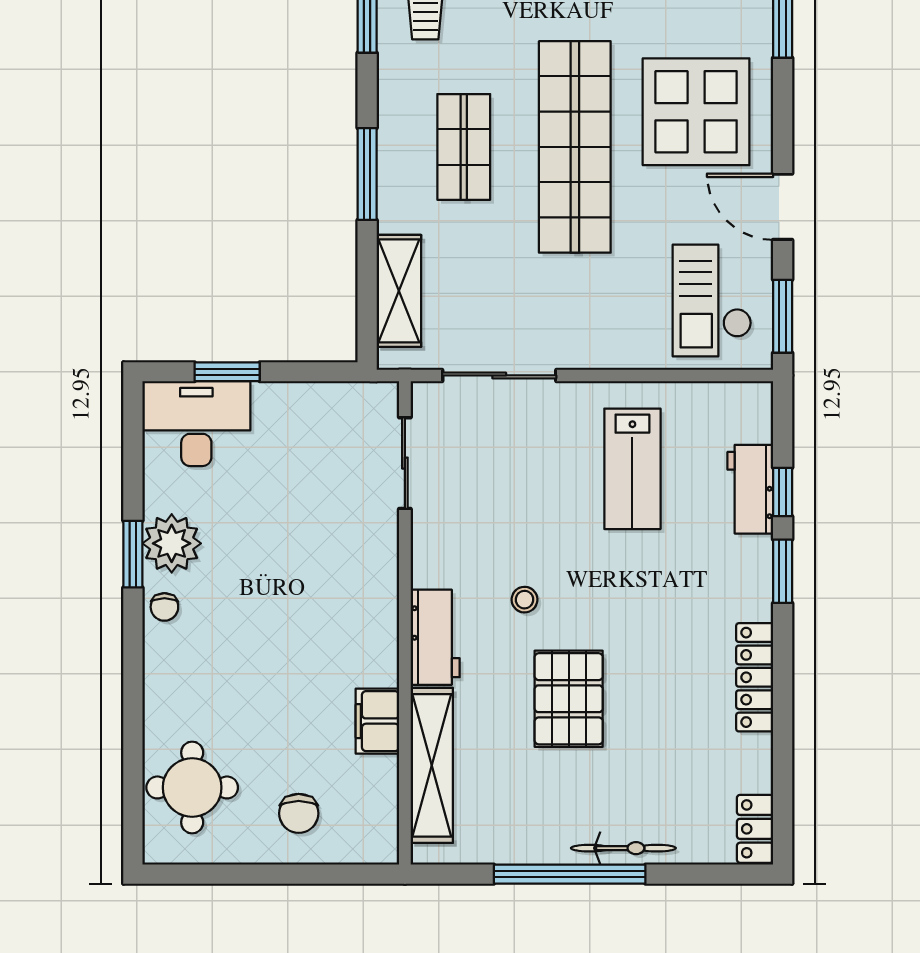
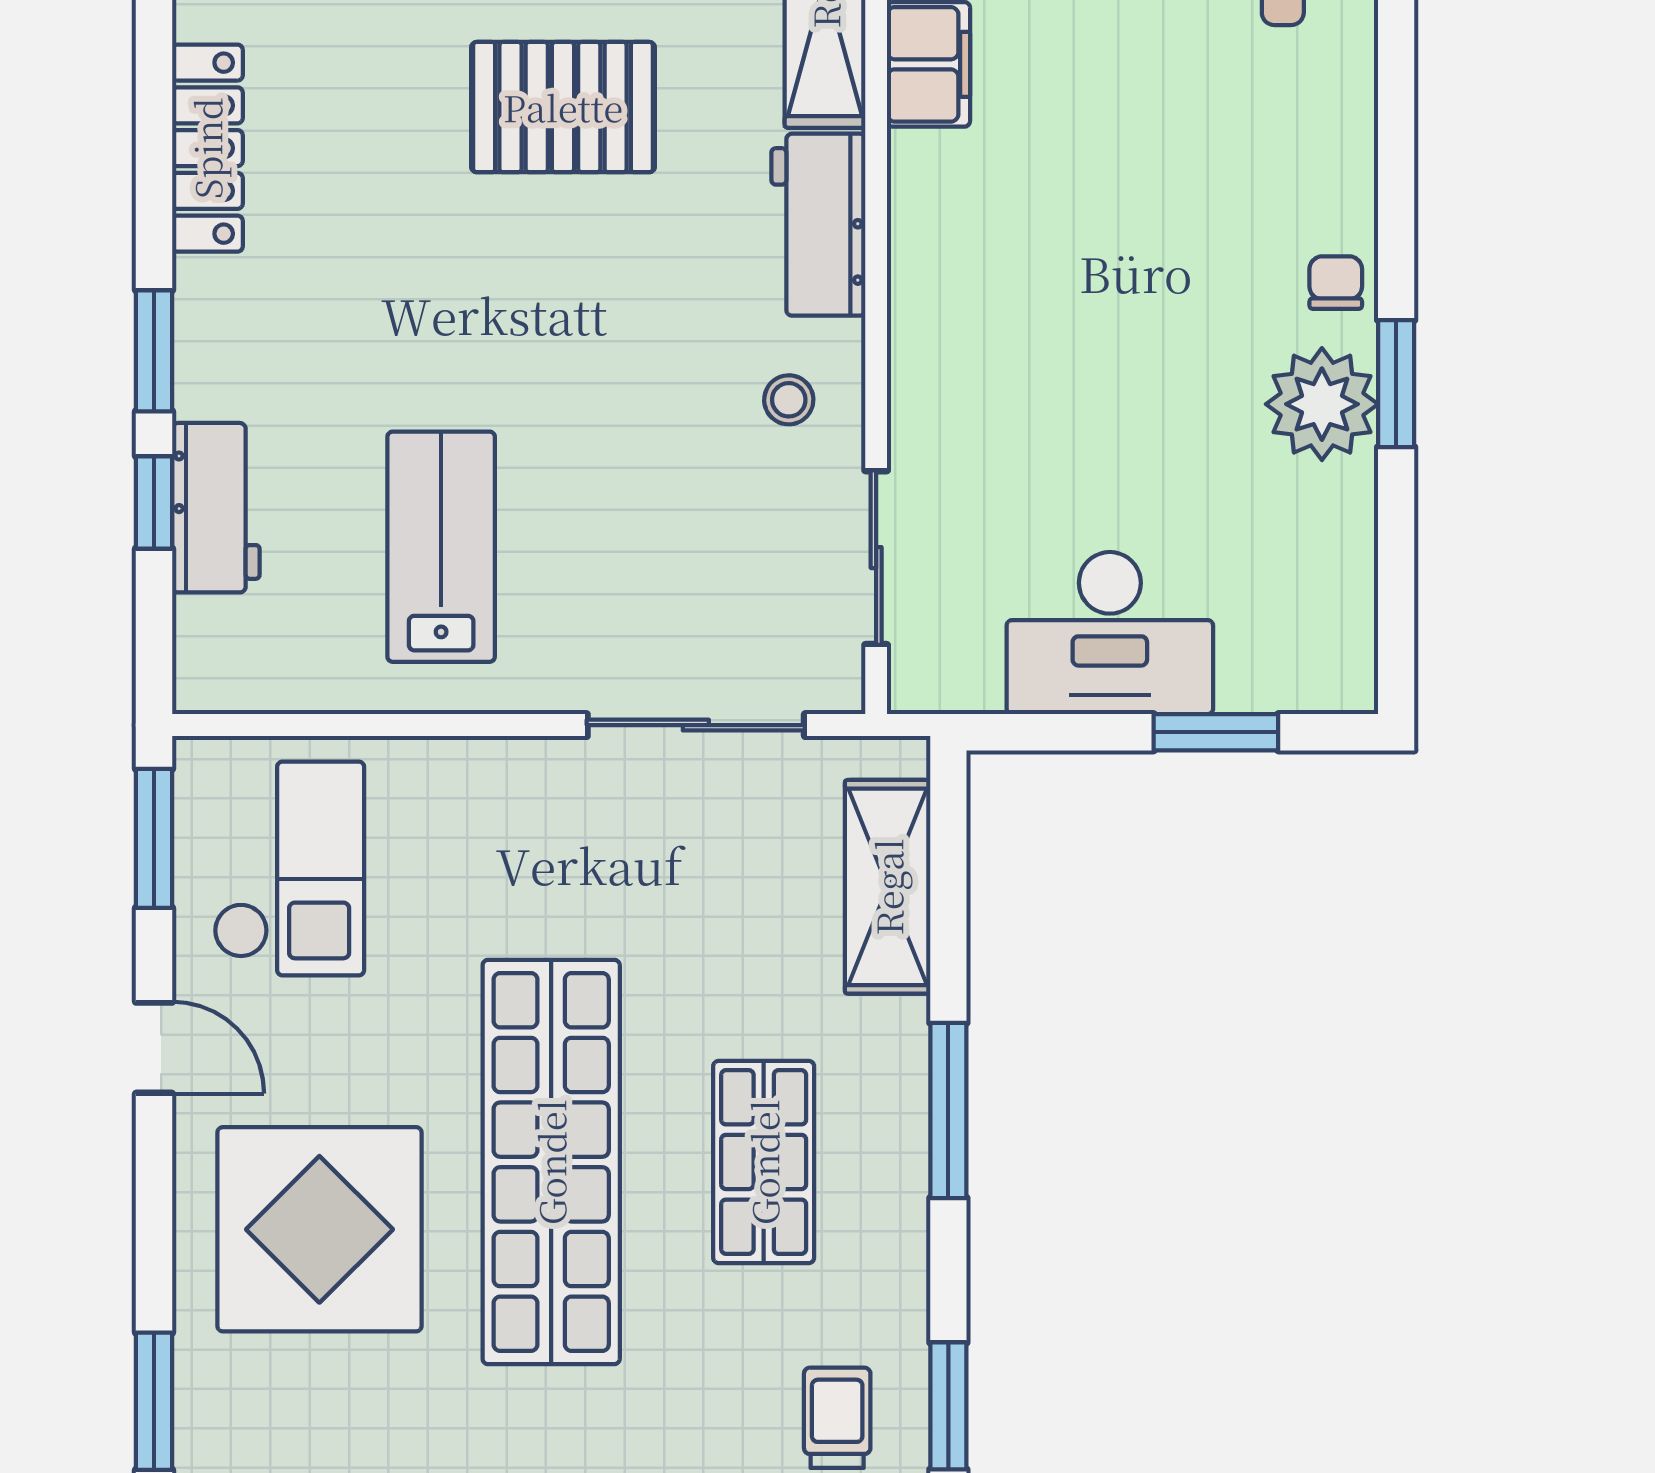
door: (783, 207) -> (154, 1048), width x0.73
desk: (196, 424) -> (1110, 633), moved
stool: (524, 600) -> (789, 400), moved
pallet: (569, 699) -> (563, 107), turned 90

